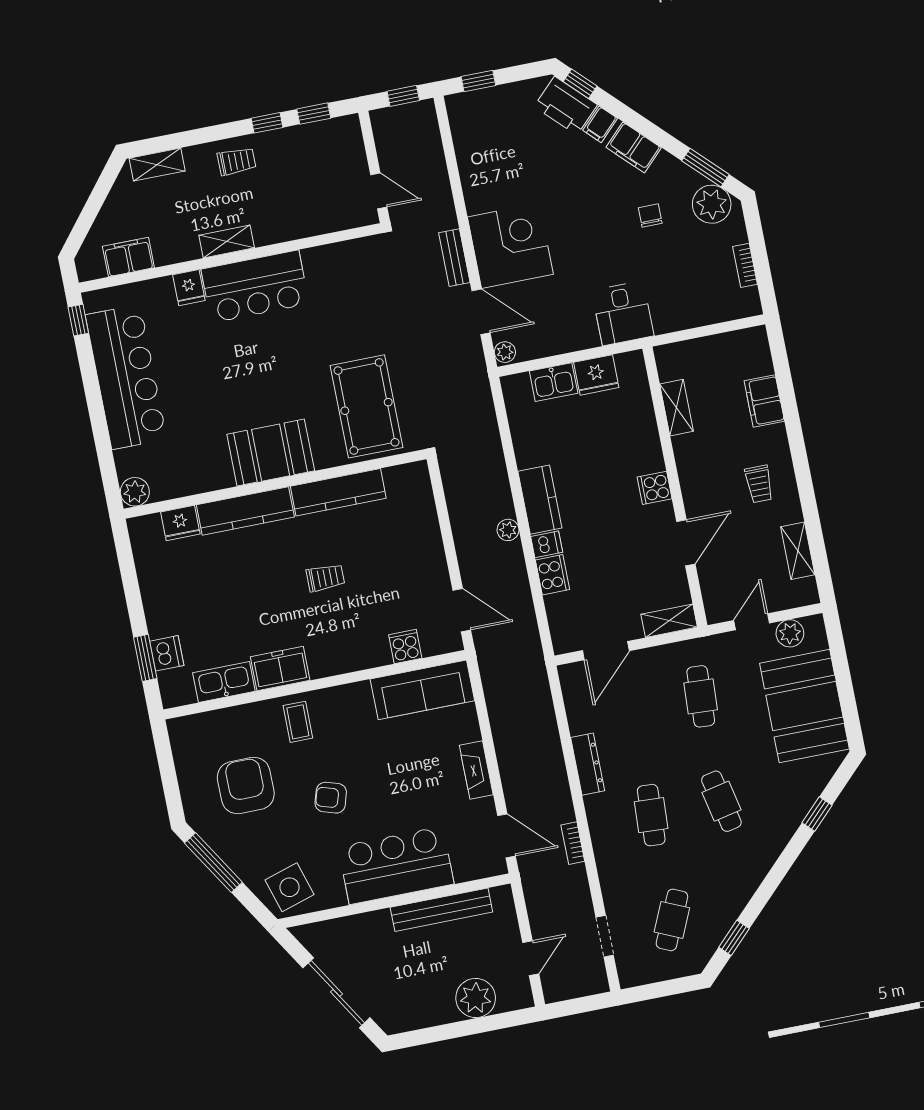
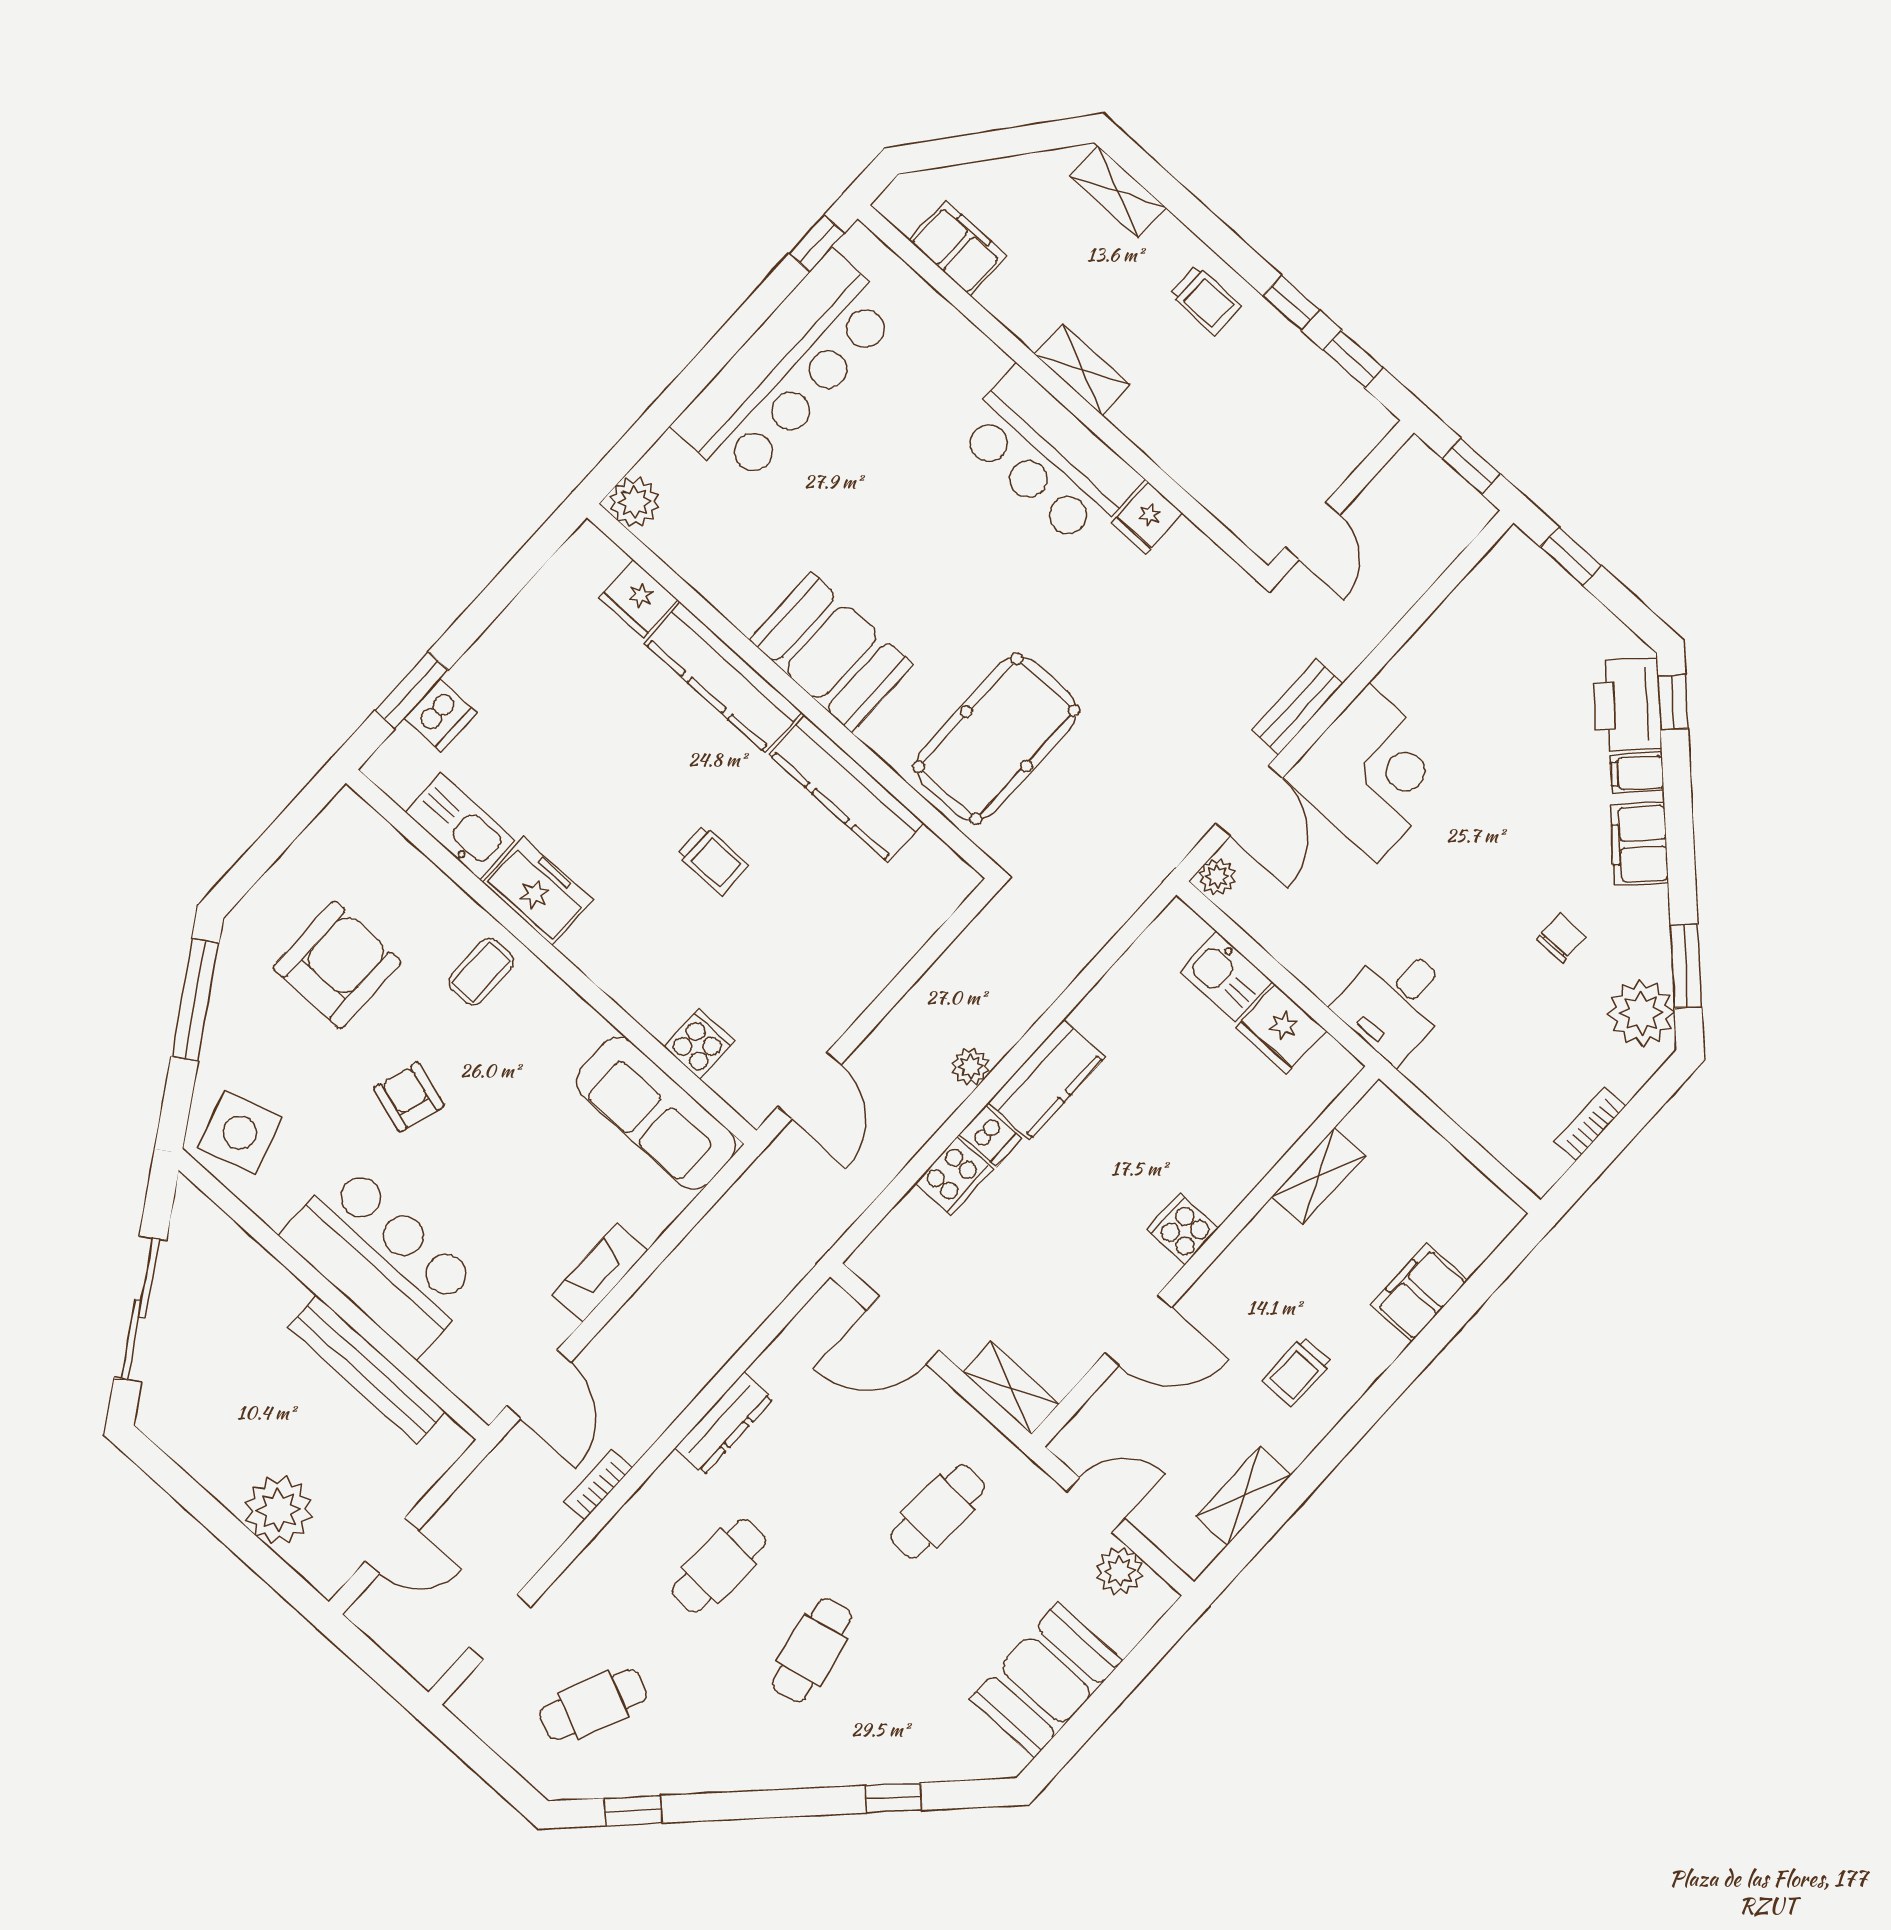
fridge: (189, 288) -> (1147, 518), moved
booth: (804, 706) -> (1046, 1680), width x0.73, depth x0.70

